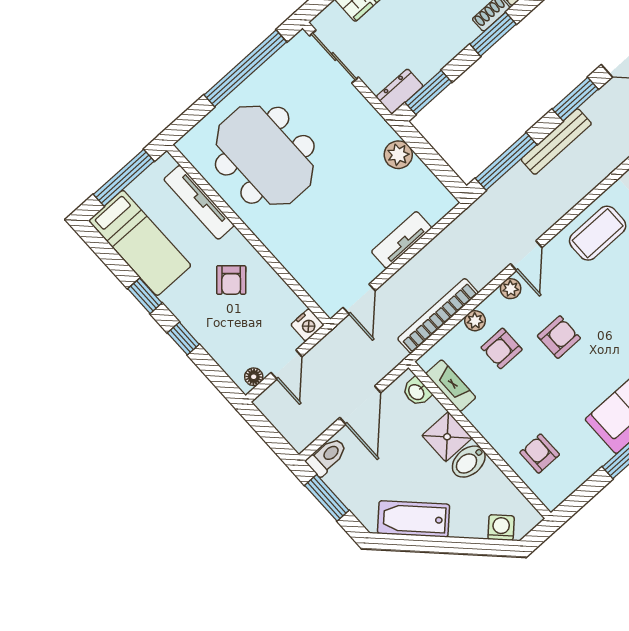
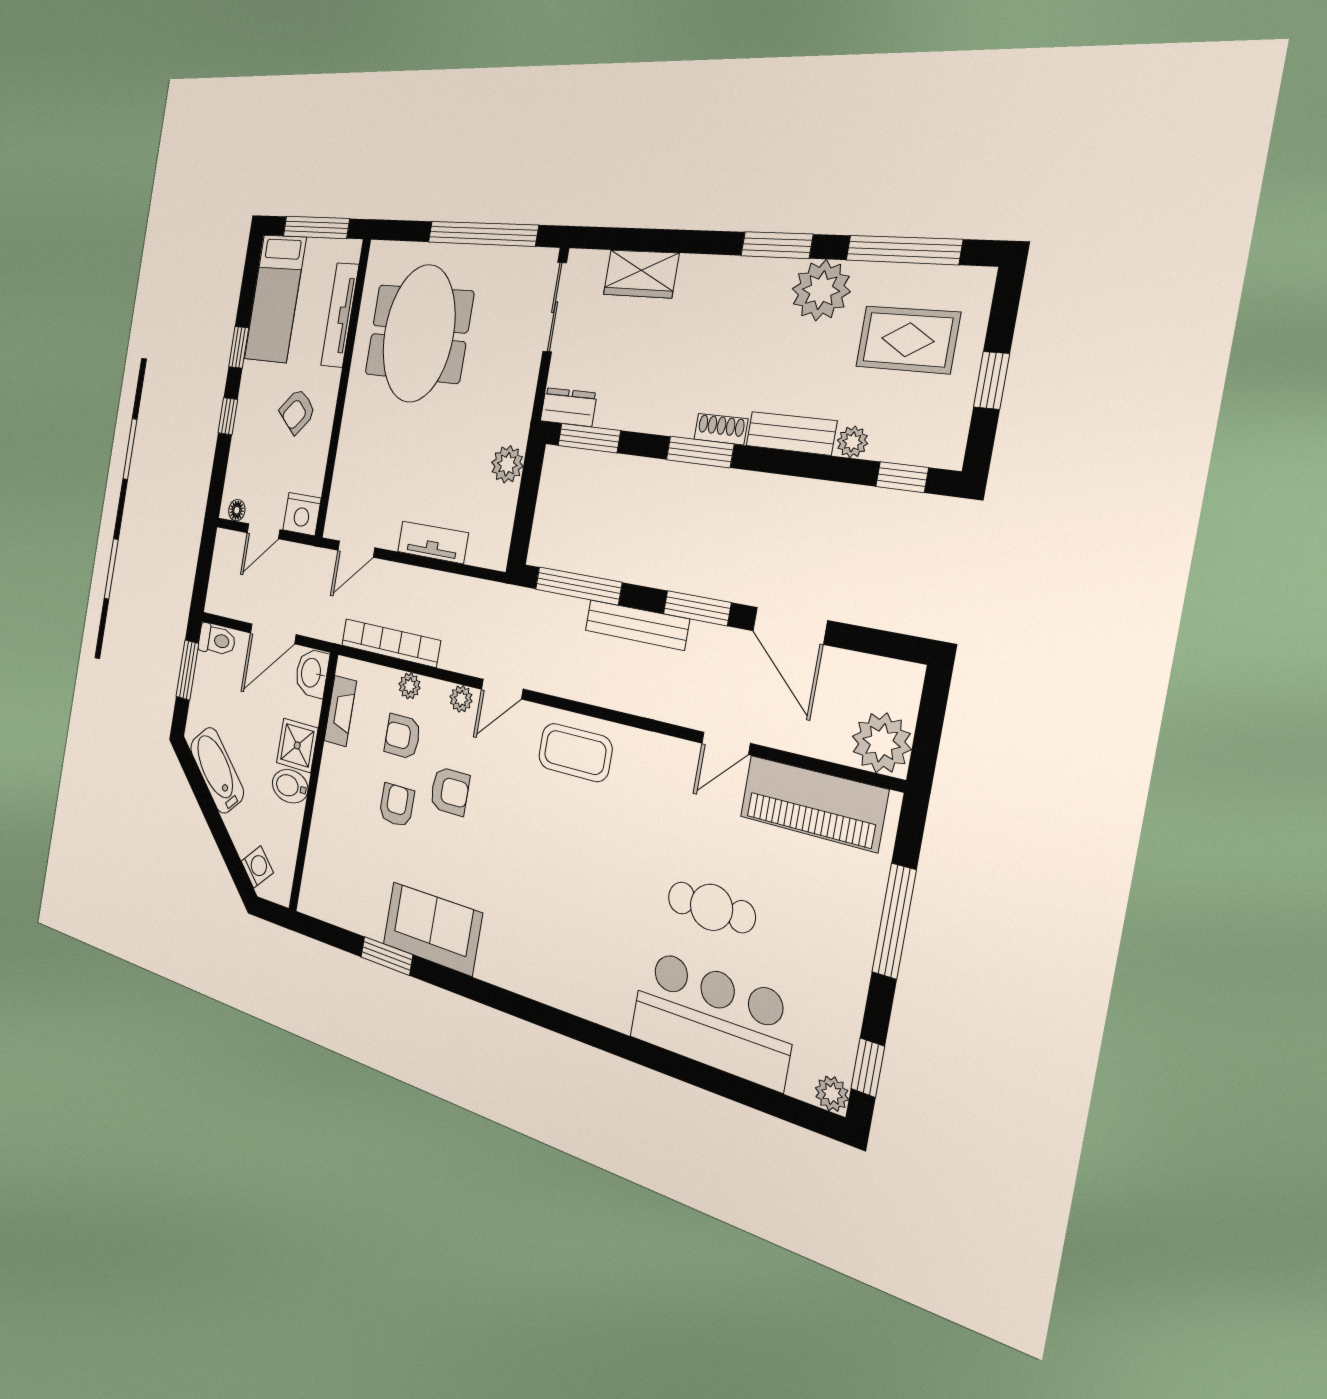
nightstand: (307, 325) -> (302, 514), width x1.36, depth x1.33
washbasin: (417, 392) -> (312, 673), width x1.38, depth x1.45
armchair: (540, 454) -> (397, 805), moved

